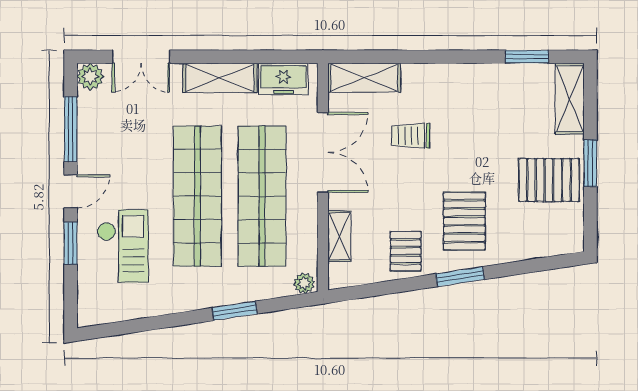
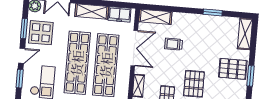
window: (527, 57) -> (213, 12), moved
window: (71, 129) -> (24, 28), width x0.69
display table: (109, 136) -> (41, 33), added
window: (590, 163) -> (251, 76), moved

